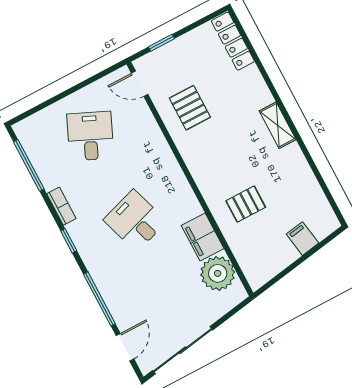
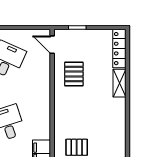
shelving: (278, 125) -> (119, 83), moved

